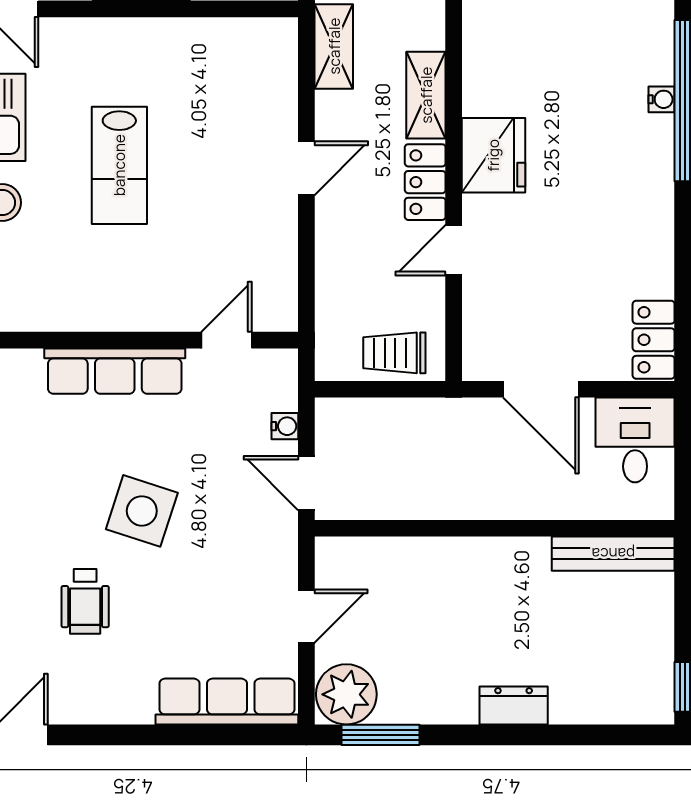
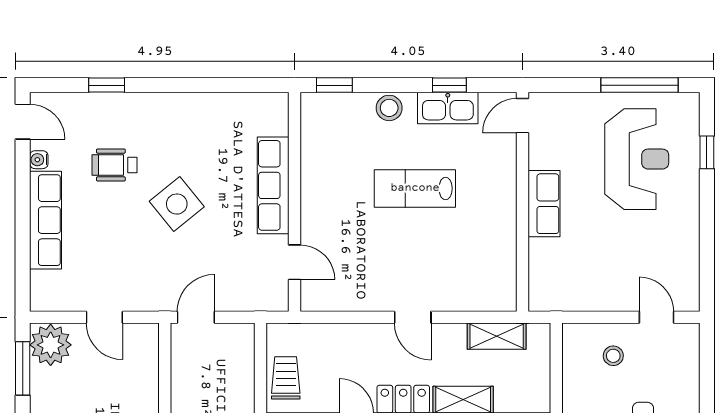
water cooler: (285, 426) -> (39, 160), moved, turned 90
side table: (142, 511) -> (177, 204), turned 33
row of seats: (227, 702) -> (46, 220), moved

